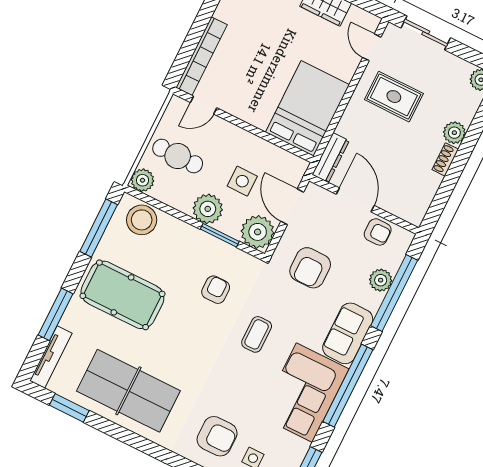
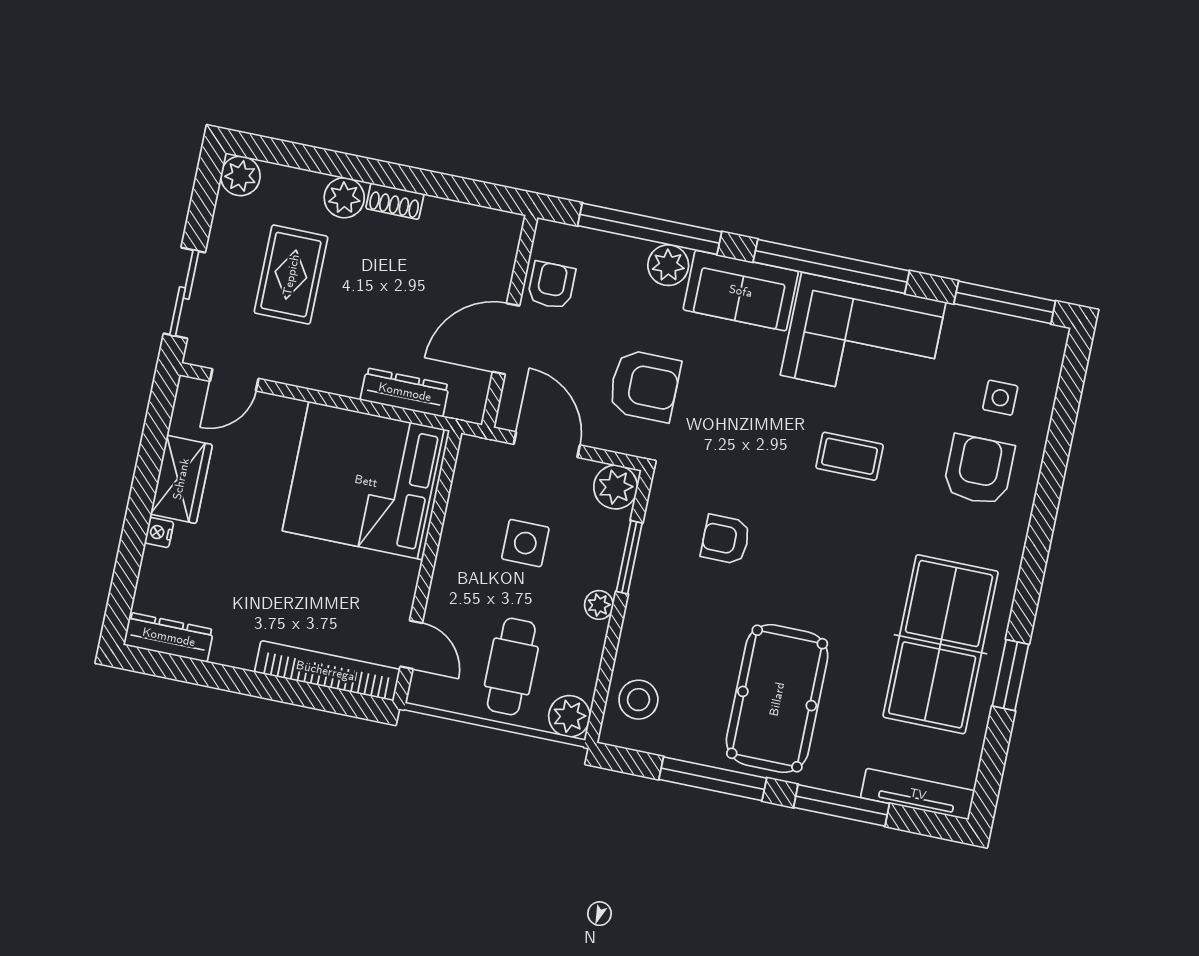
rug: (394, 97) -> (291, 275), moved
bed: (307, 108) -> (366, 481), width x1.36
dresser: (331, 158) -> (405, 392), moved
door: (292, 207) -> (547, 445), swing flipped
plant: (208, 209) -> (599, 605), width x0.53, depth x0.53
stool: (142, 220) -> (638, 700), width x0.73, depth x0.73
window: (99, 228) -> (713, 779), moved
plant: (258, 232) -> (616, 487), width x0.73, depth x0.73
plant: (381, 280) -> (668, 265), moved
coffee table: (257, 334) -> (850, 456), moved
window: (69, 408) -> (1010, 675), moved

